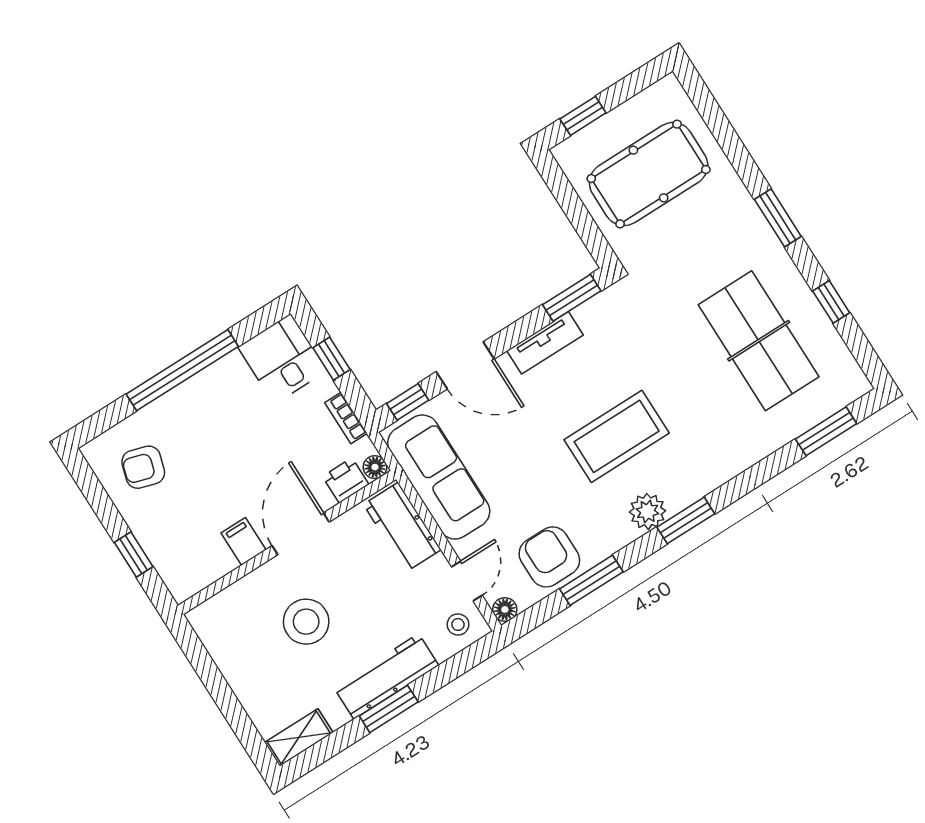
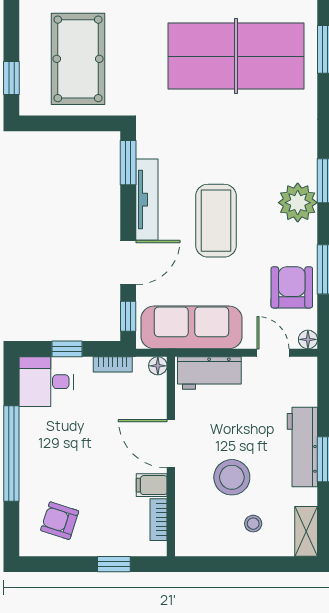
table tennis table: (759, 341) -> (236, 56), width x1.36, depth x1.32
tv unit: (545, 343) -> (147, 200), width x1.41
coffee table: (617, 436) -> (216, 221), moved
armchair: (143, 467) -> (60, 521), turned 91
printer: (346, 480) -> (154, 391), removed
plant: (648, 511) -> (298, 203), width x1.36, depth x1.36
armchair: (549, 557) -> (292, 287), turned 90
bookcase: (211, 572) -> (159, 520), added
stool: (458, 624) -> (253, 524), moved

